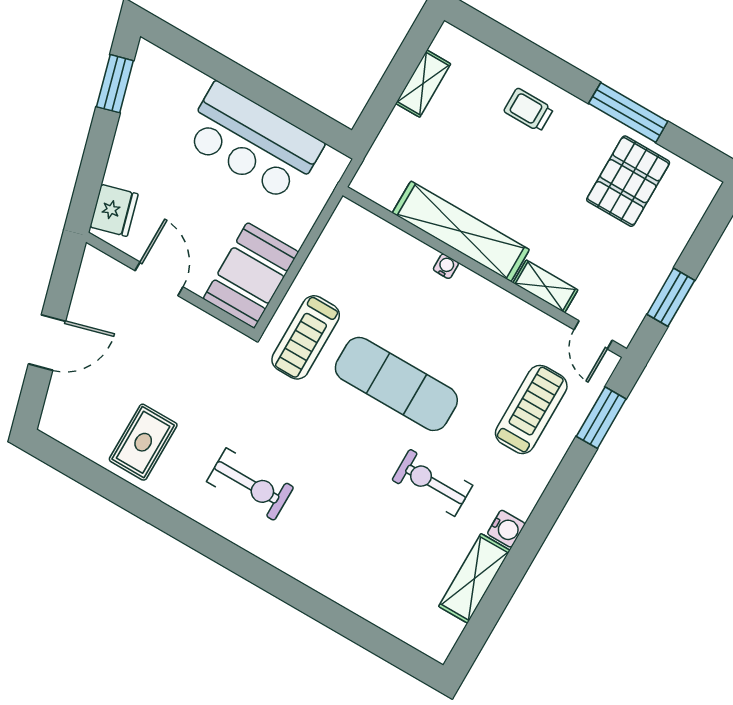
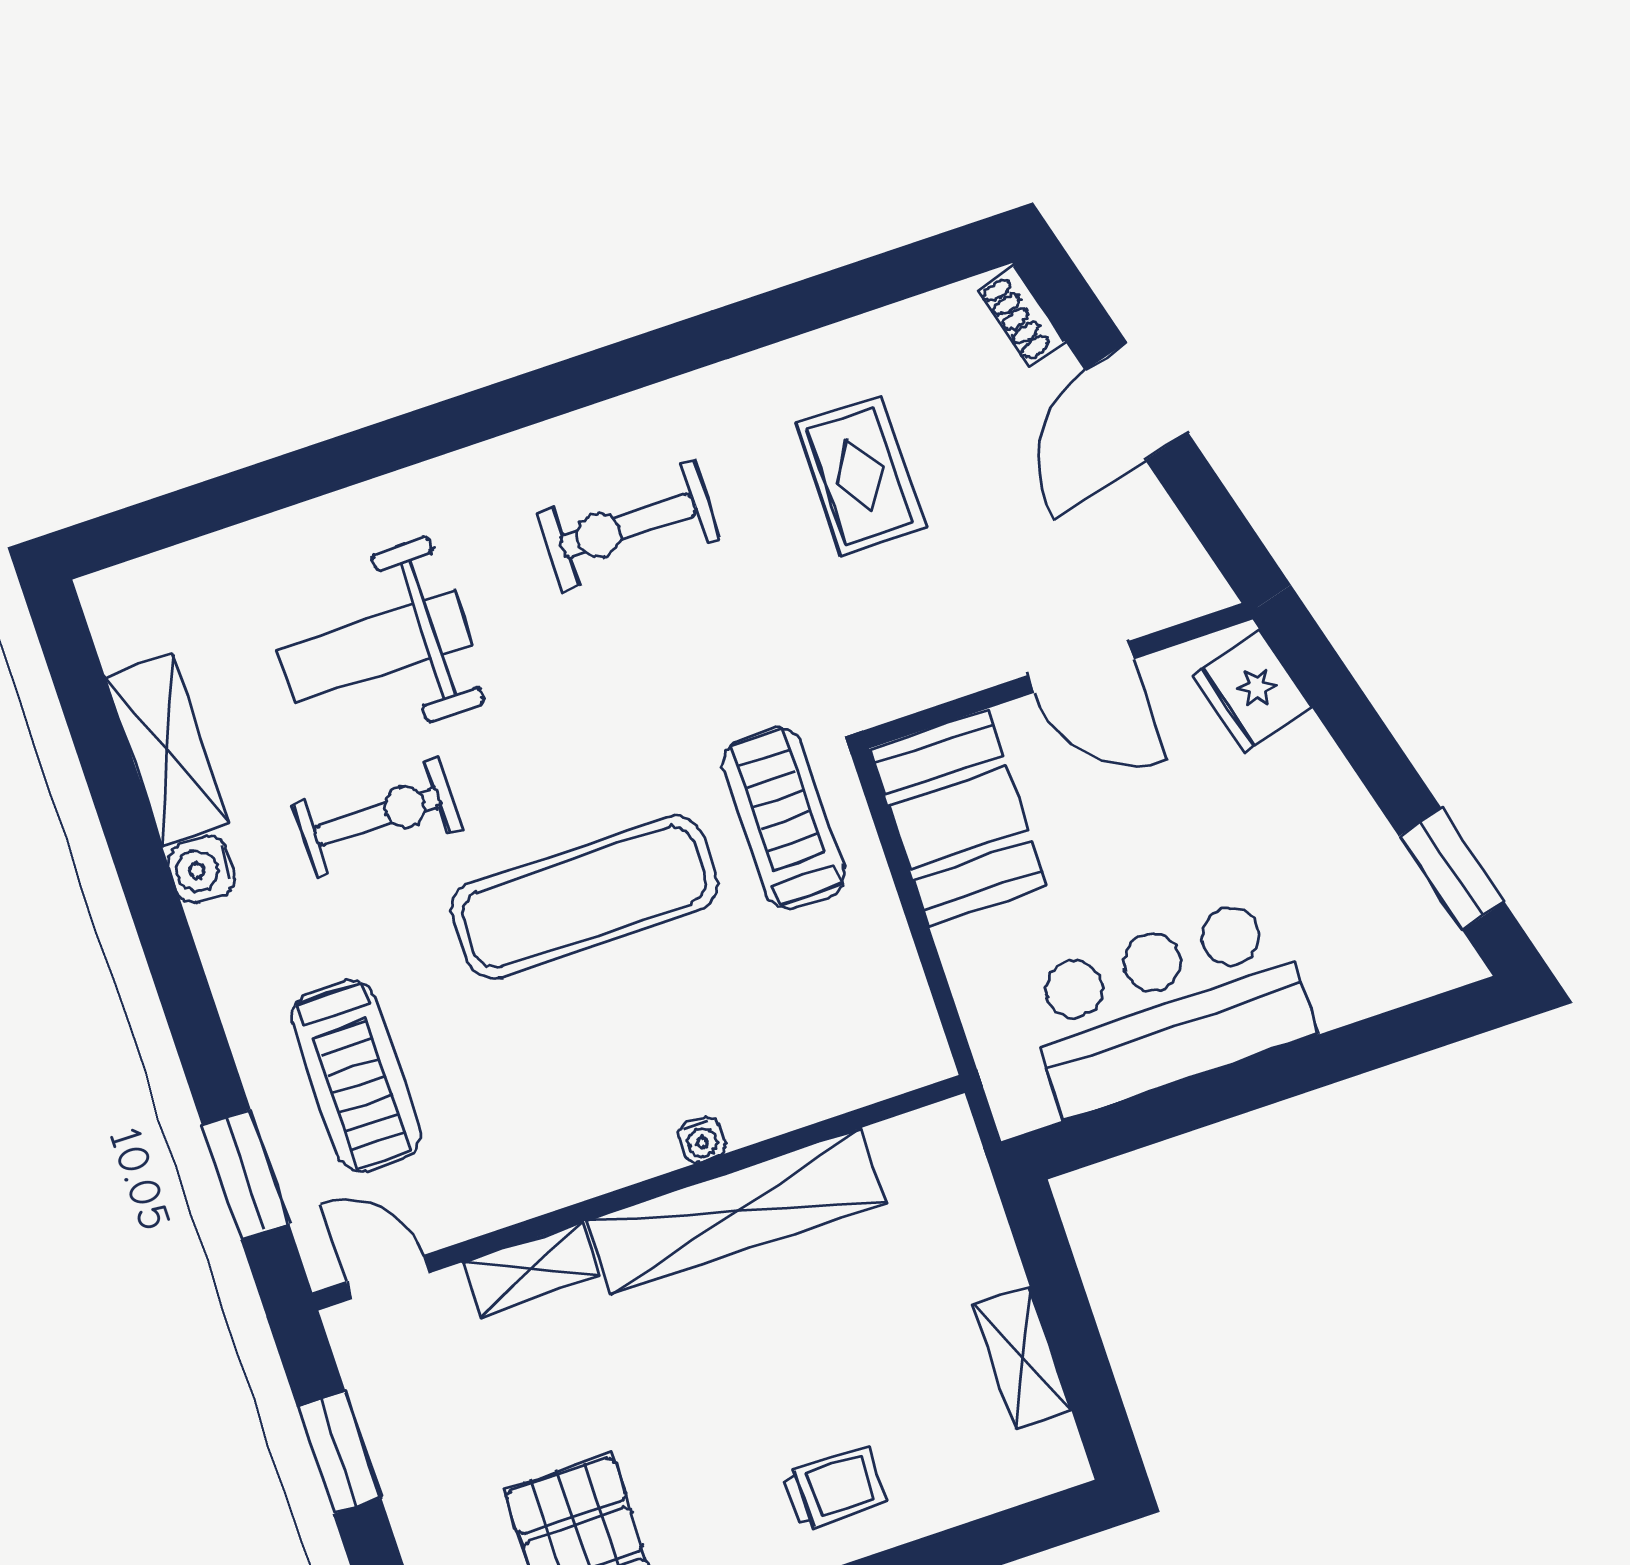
shoe rack: (53, 410) -> (1021, 316), added
rug: (143, 442) -> (860, 476), moved
weight bench: (373, 537) -> (374, 647), added

